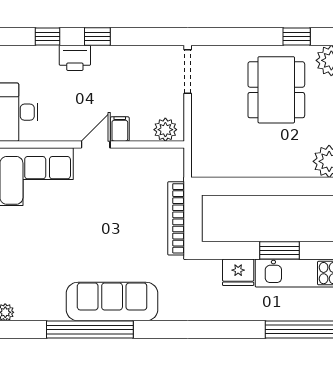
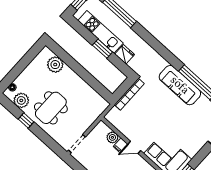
plant: (165, 130) -> (112, 137), moved

